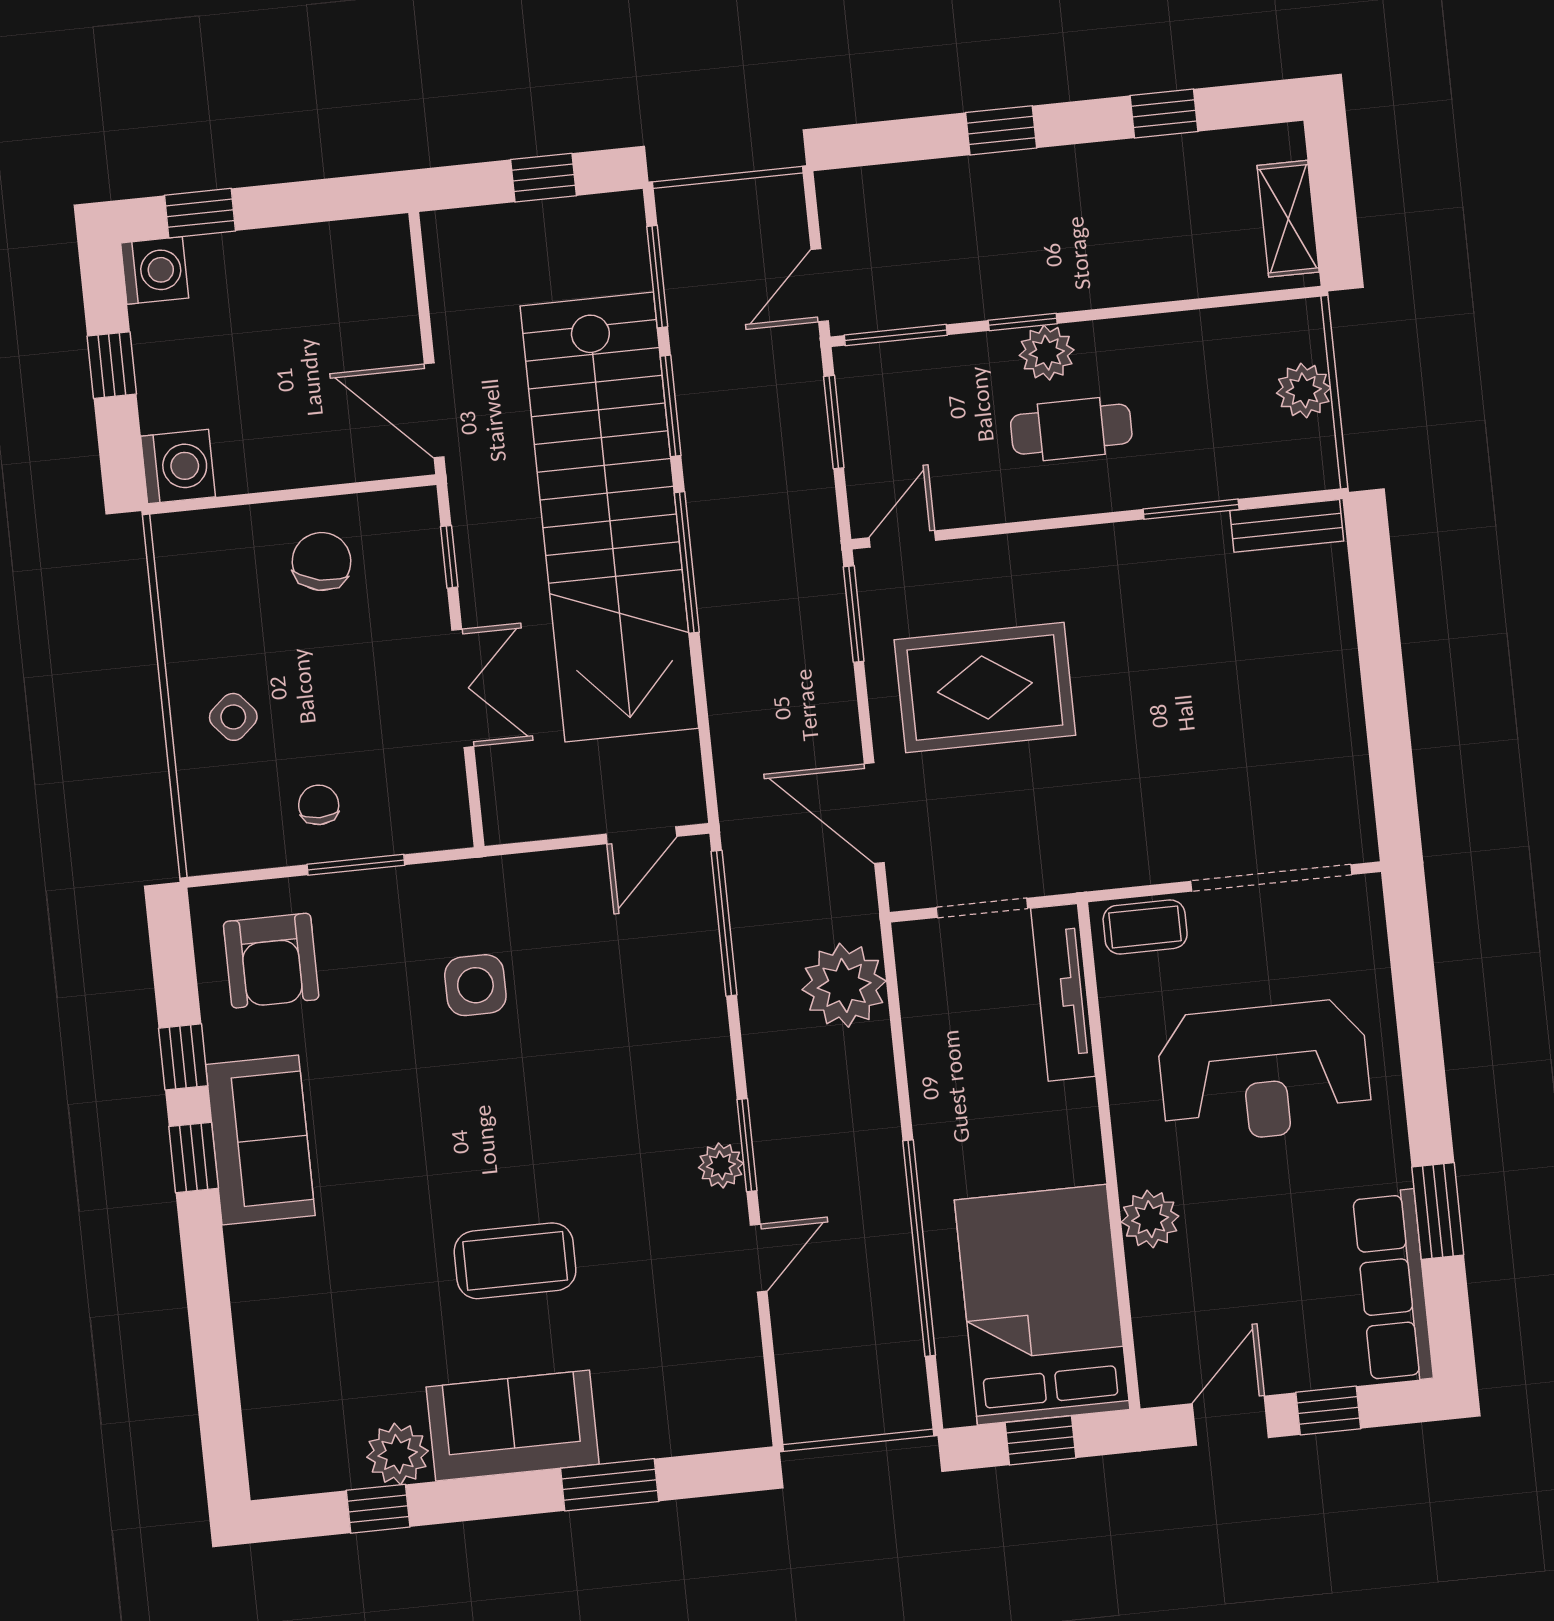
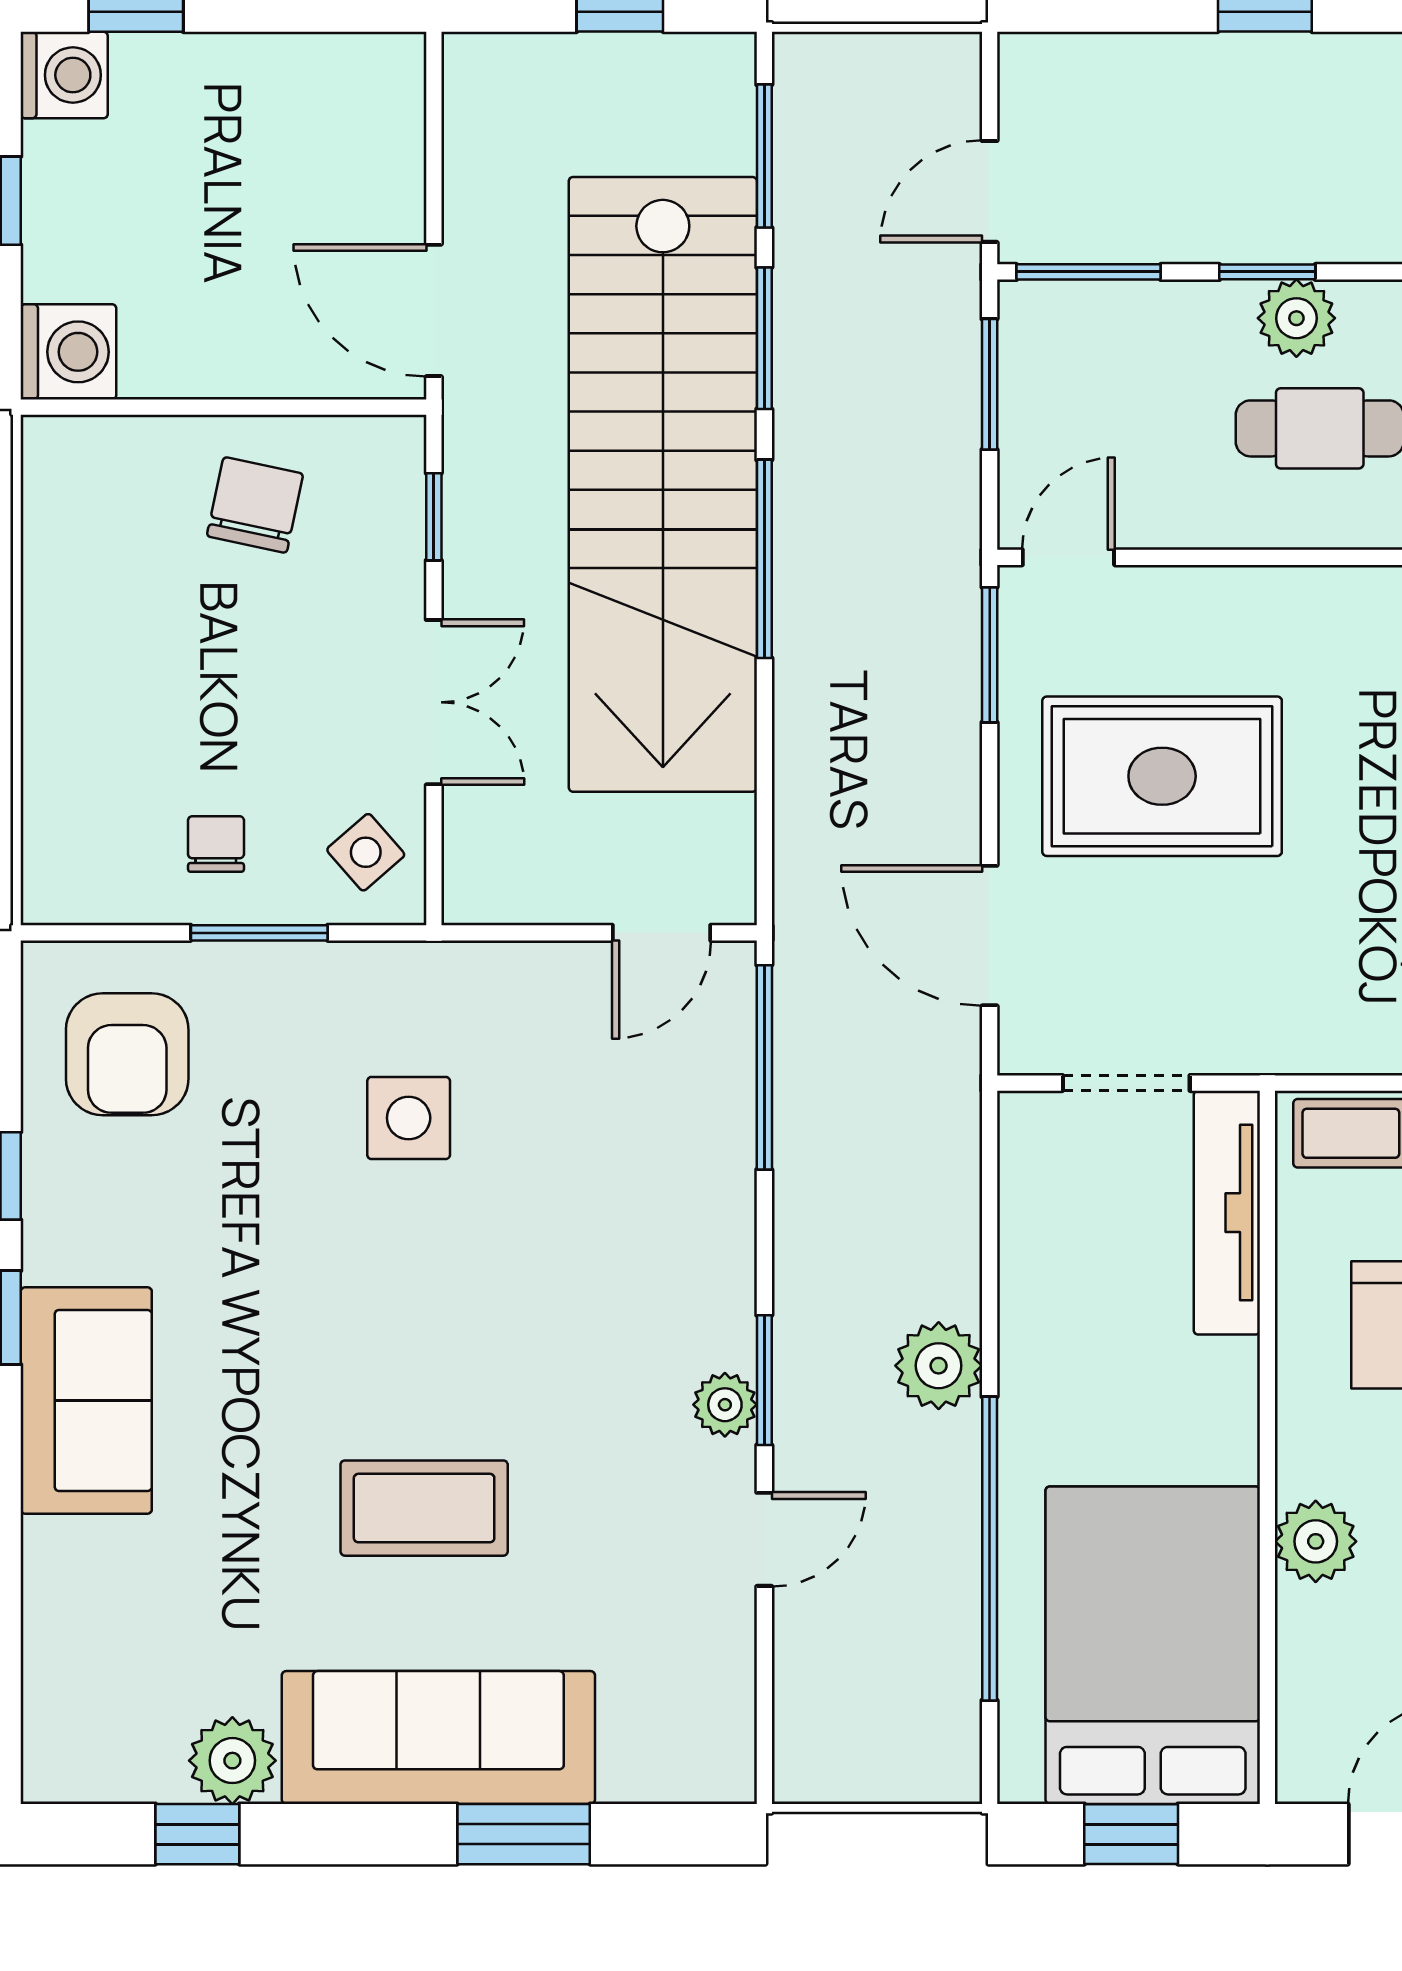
side table: (233, 717) -> (366, 852), moved
plant: (844, 985) -> (939, 1366), moved, width x0.73, depth x0.73
sofa: (260, 1140) -> (86, 1400), moved
sofa: (513, 1426) -> (438, 1738), width x1.36

